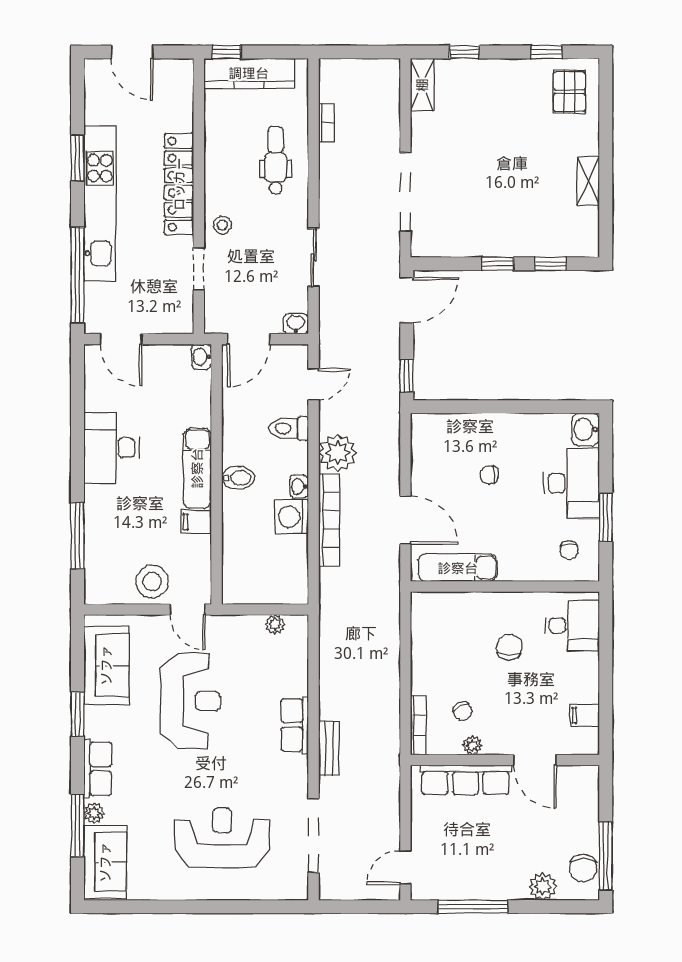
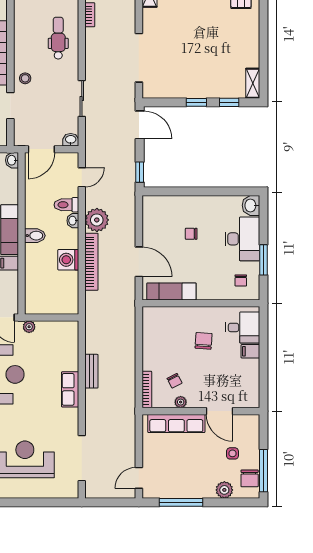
shelving: (588, 181) -> (253, 83), moved
door: (407, 300) -> (140, 125), hinge flipped
washbasin: (299, 486) -> (73, 221), moved
plant: (275, 624) -> (29, 327), moved
filing cabinet: (585, 715) -> (250, 351), moved
bench: (329, 748) -> (91, 371), moved
side table: (556, 828) -> (232, 453), added

